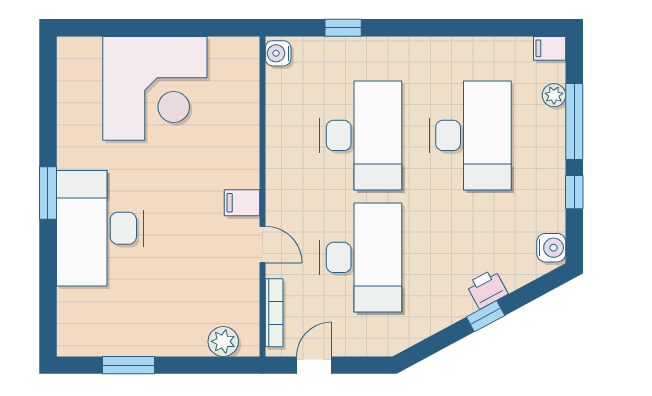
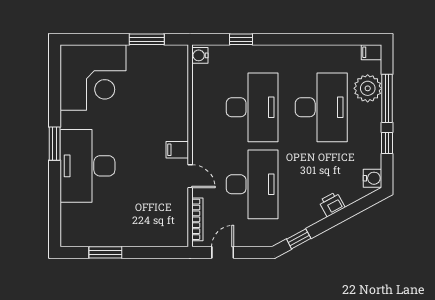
window: (194, 28) -> (147, 39), added
corner desk: (155, 88) -> (93, 78), moved
plant: (554, 95) -> (368, 88), width x1.88, depth x1.88
window: (486, 316) -> (299, 239), moved
plant: (223, 341) -> (165, 237), removed

